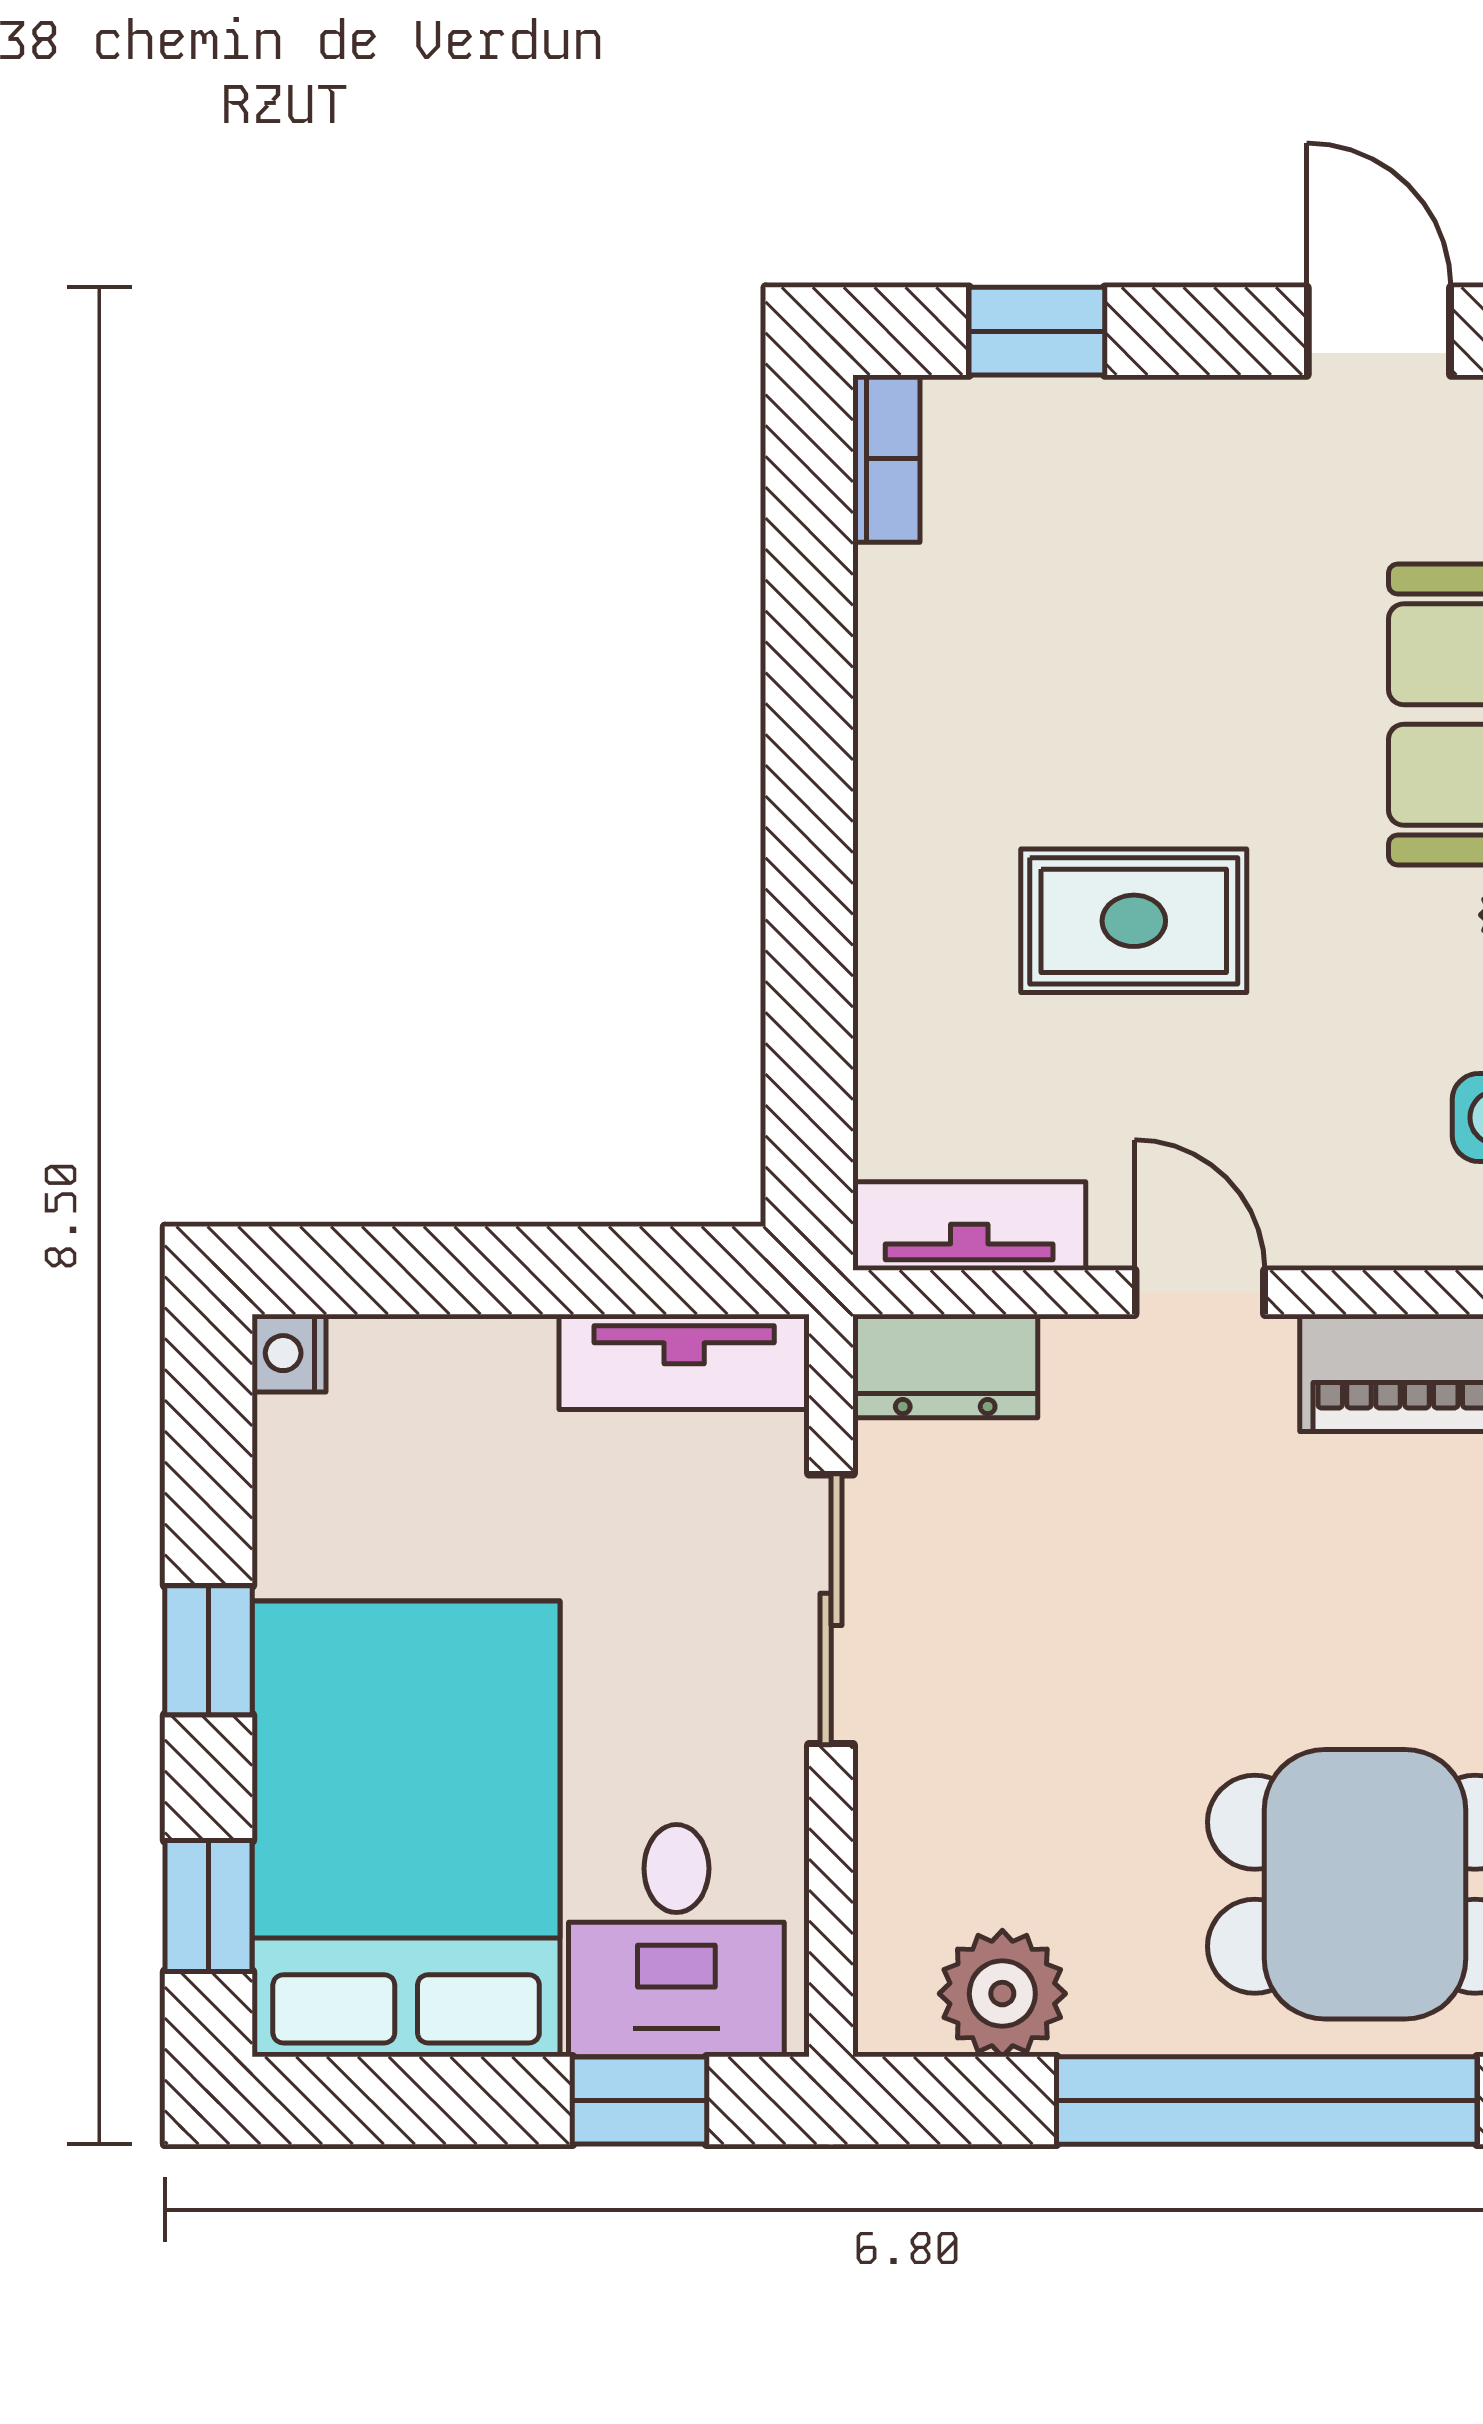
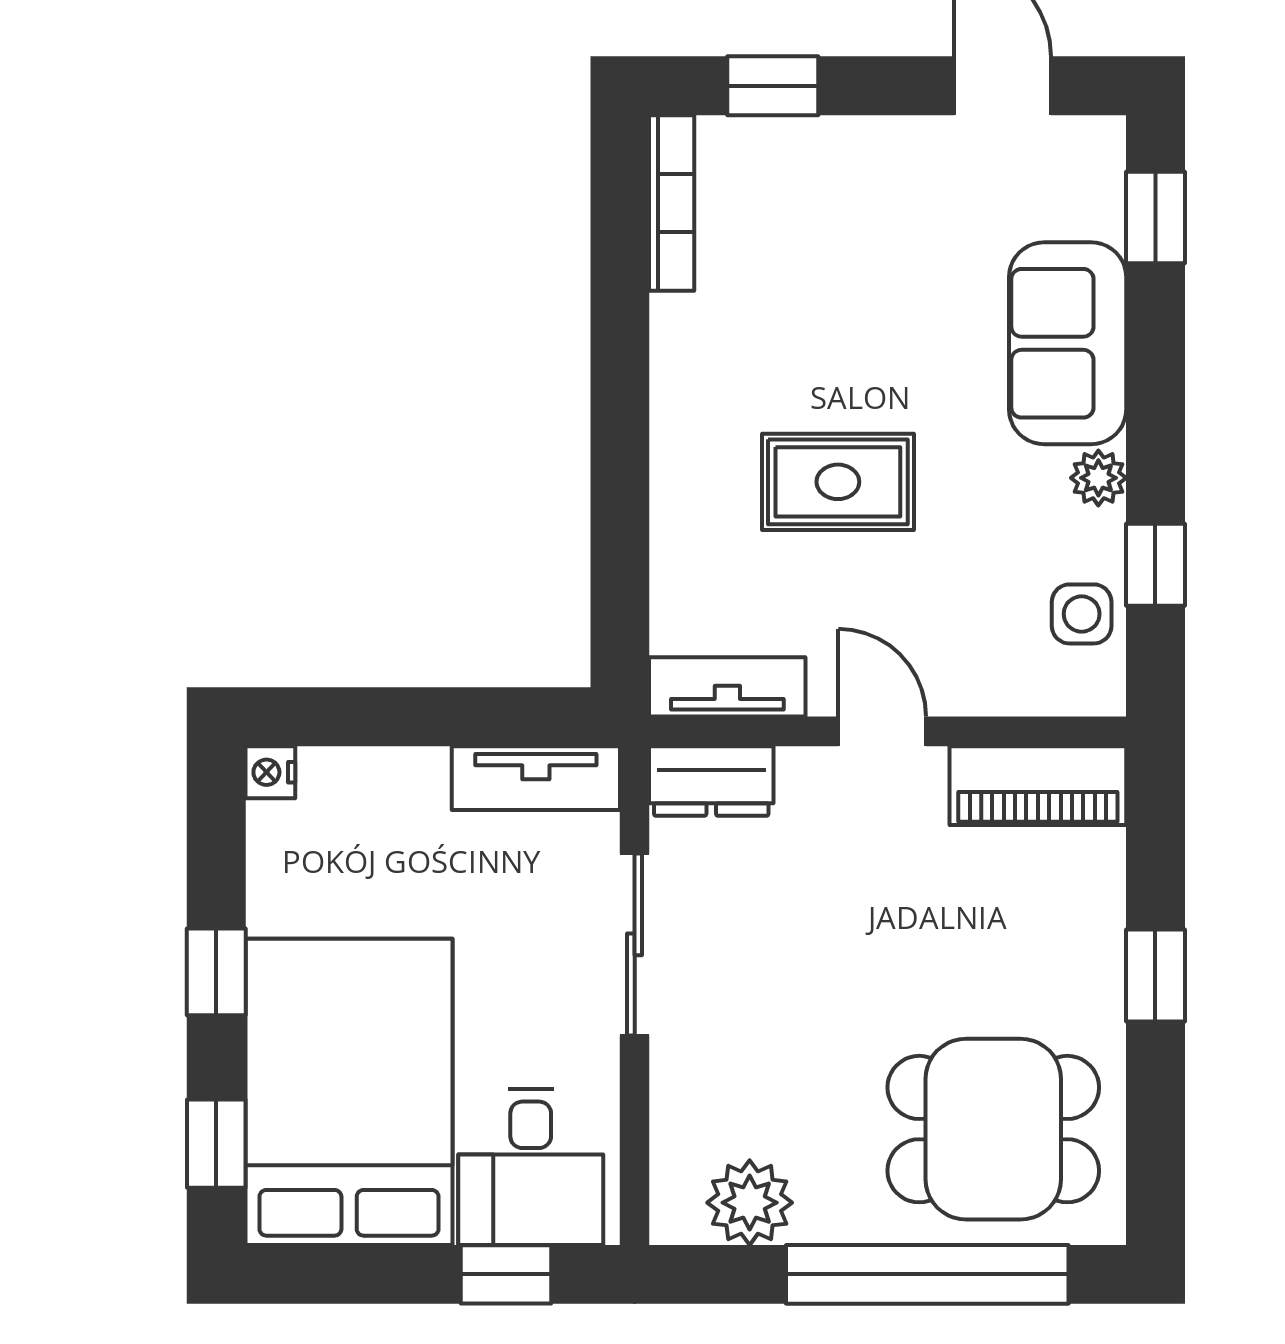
bookcase: (886, 459) -> (672, 203), width x1.56

